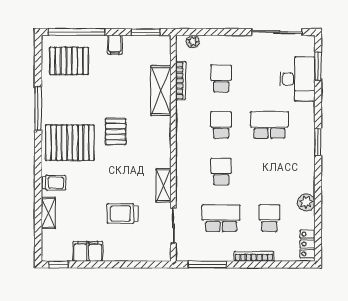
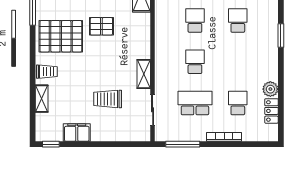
school desk: (269, 125) -> (238, 20), width x0.54
pallet: (116, 132) -> (101, 26), turned 90
locker: (307, 244) -> (271, 111), moved

